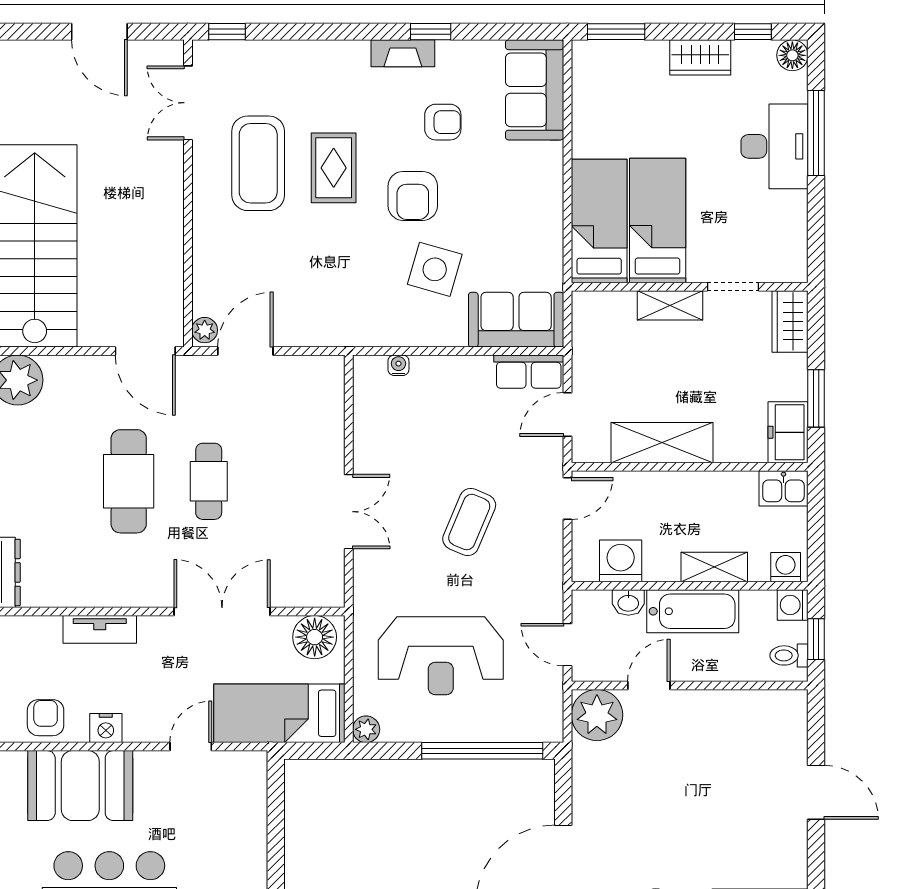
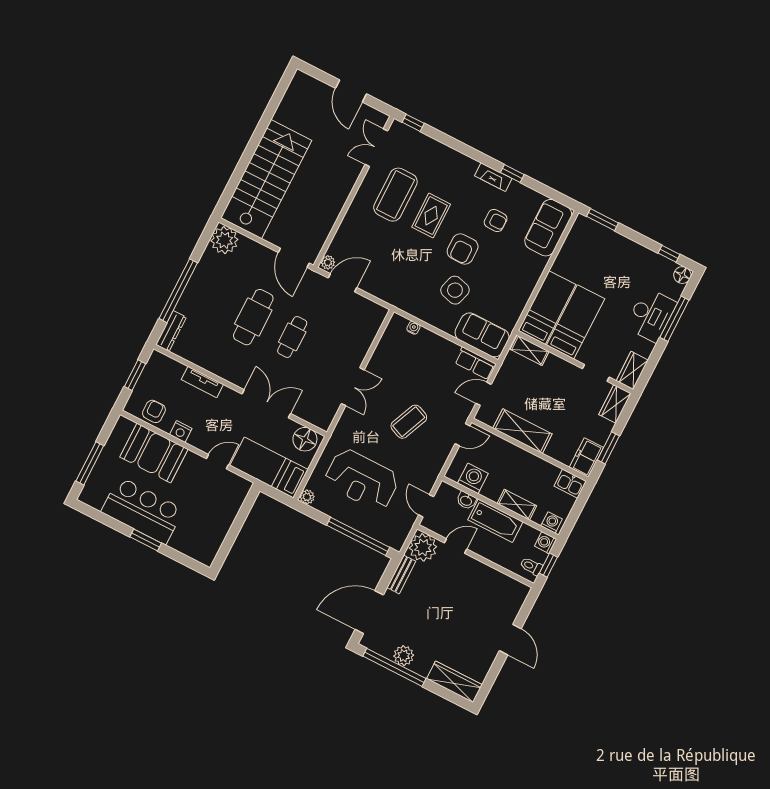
wardrobe: (700, 57) -> (632, 370), moved, turned 90
shelving: (670, 305) -> (530, 350), moved
bench: (584, 777) -> (401, 574), added

